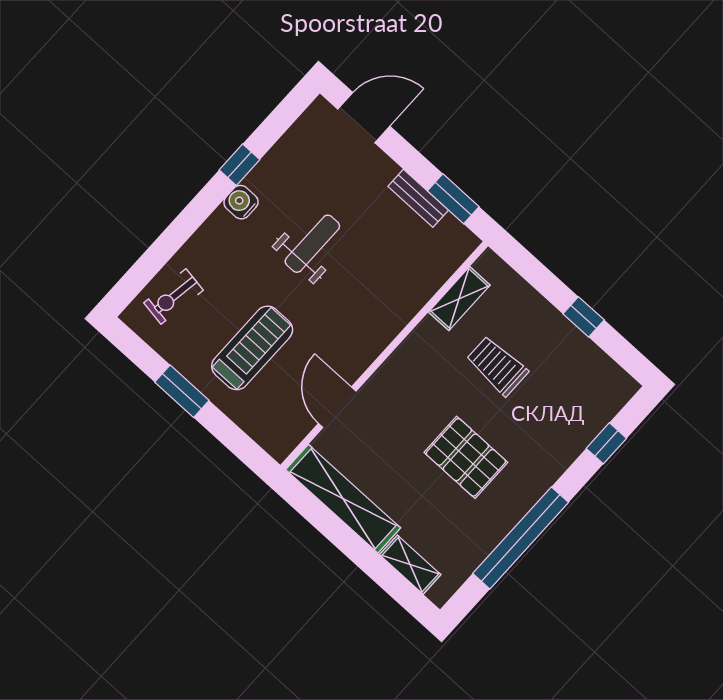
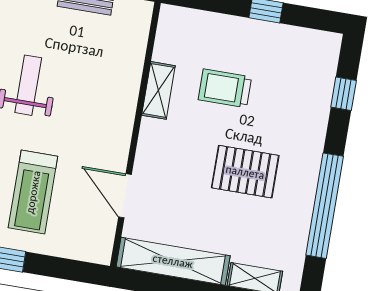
shelving: (459, 299) -> (158, 90), moved
treadmill: (252, 348) -> (33, 192), turned 180

